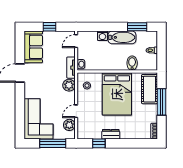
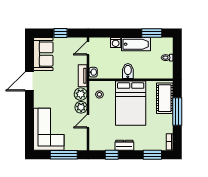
bidet: (132, 63) -> (128, 71), moved
plant: (69, 125) -> (81, 107), moved
window: (138, 143) -> (152, 155), added

